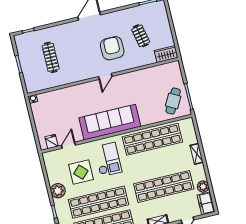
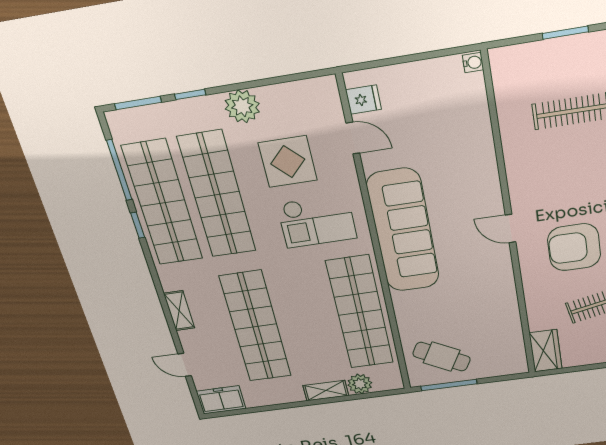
armchair: (112, 48) -> (574, 247), turned 180
plant: (203, 187) -> (360, 384), moved

